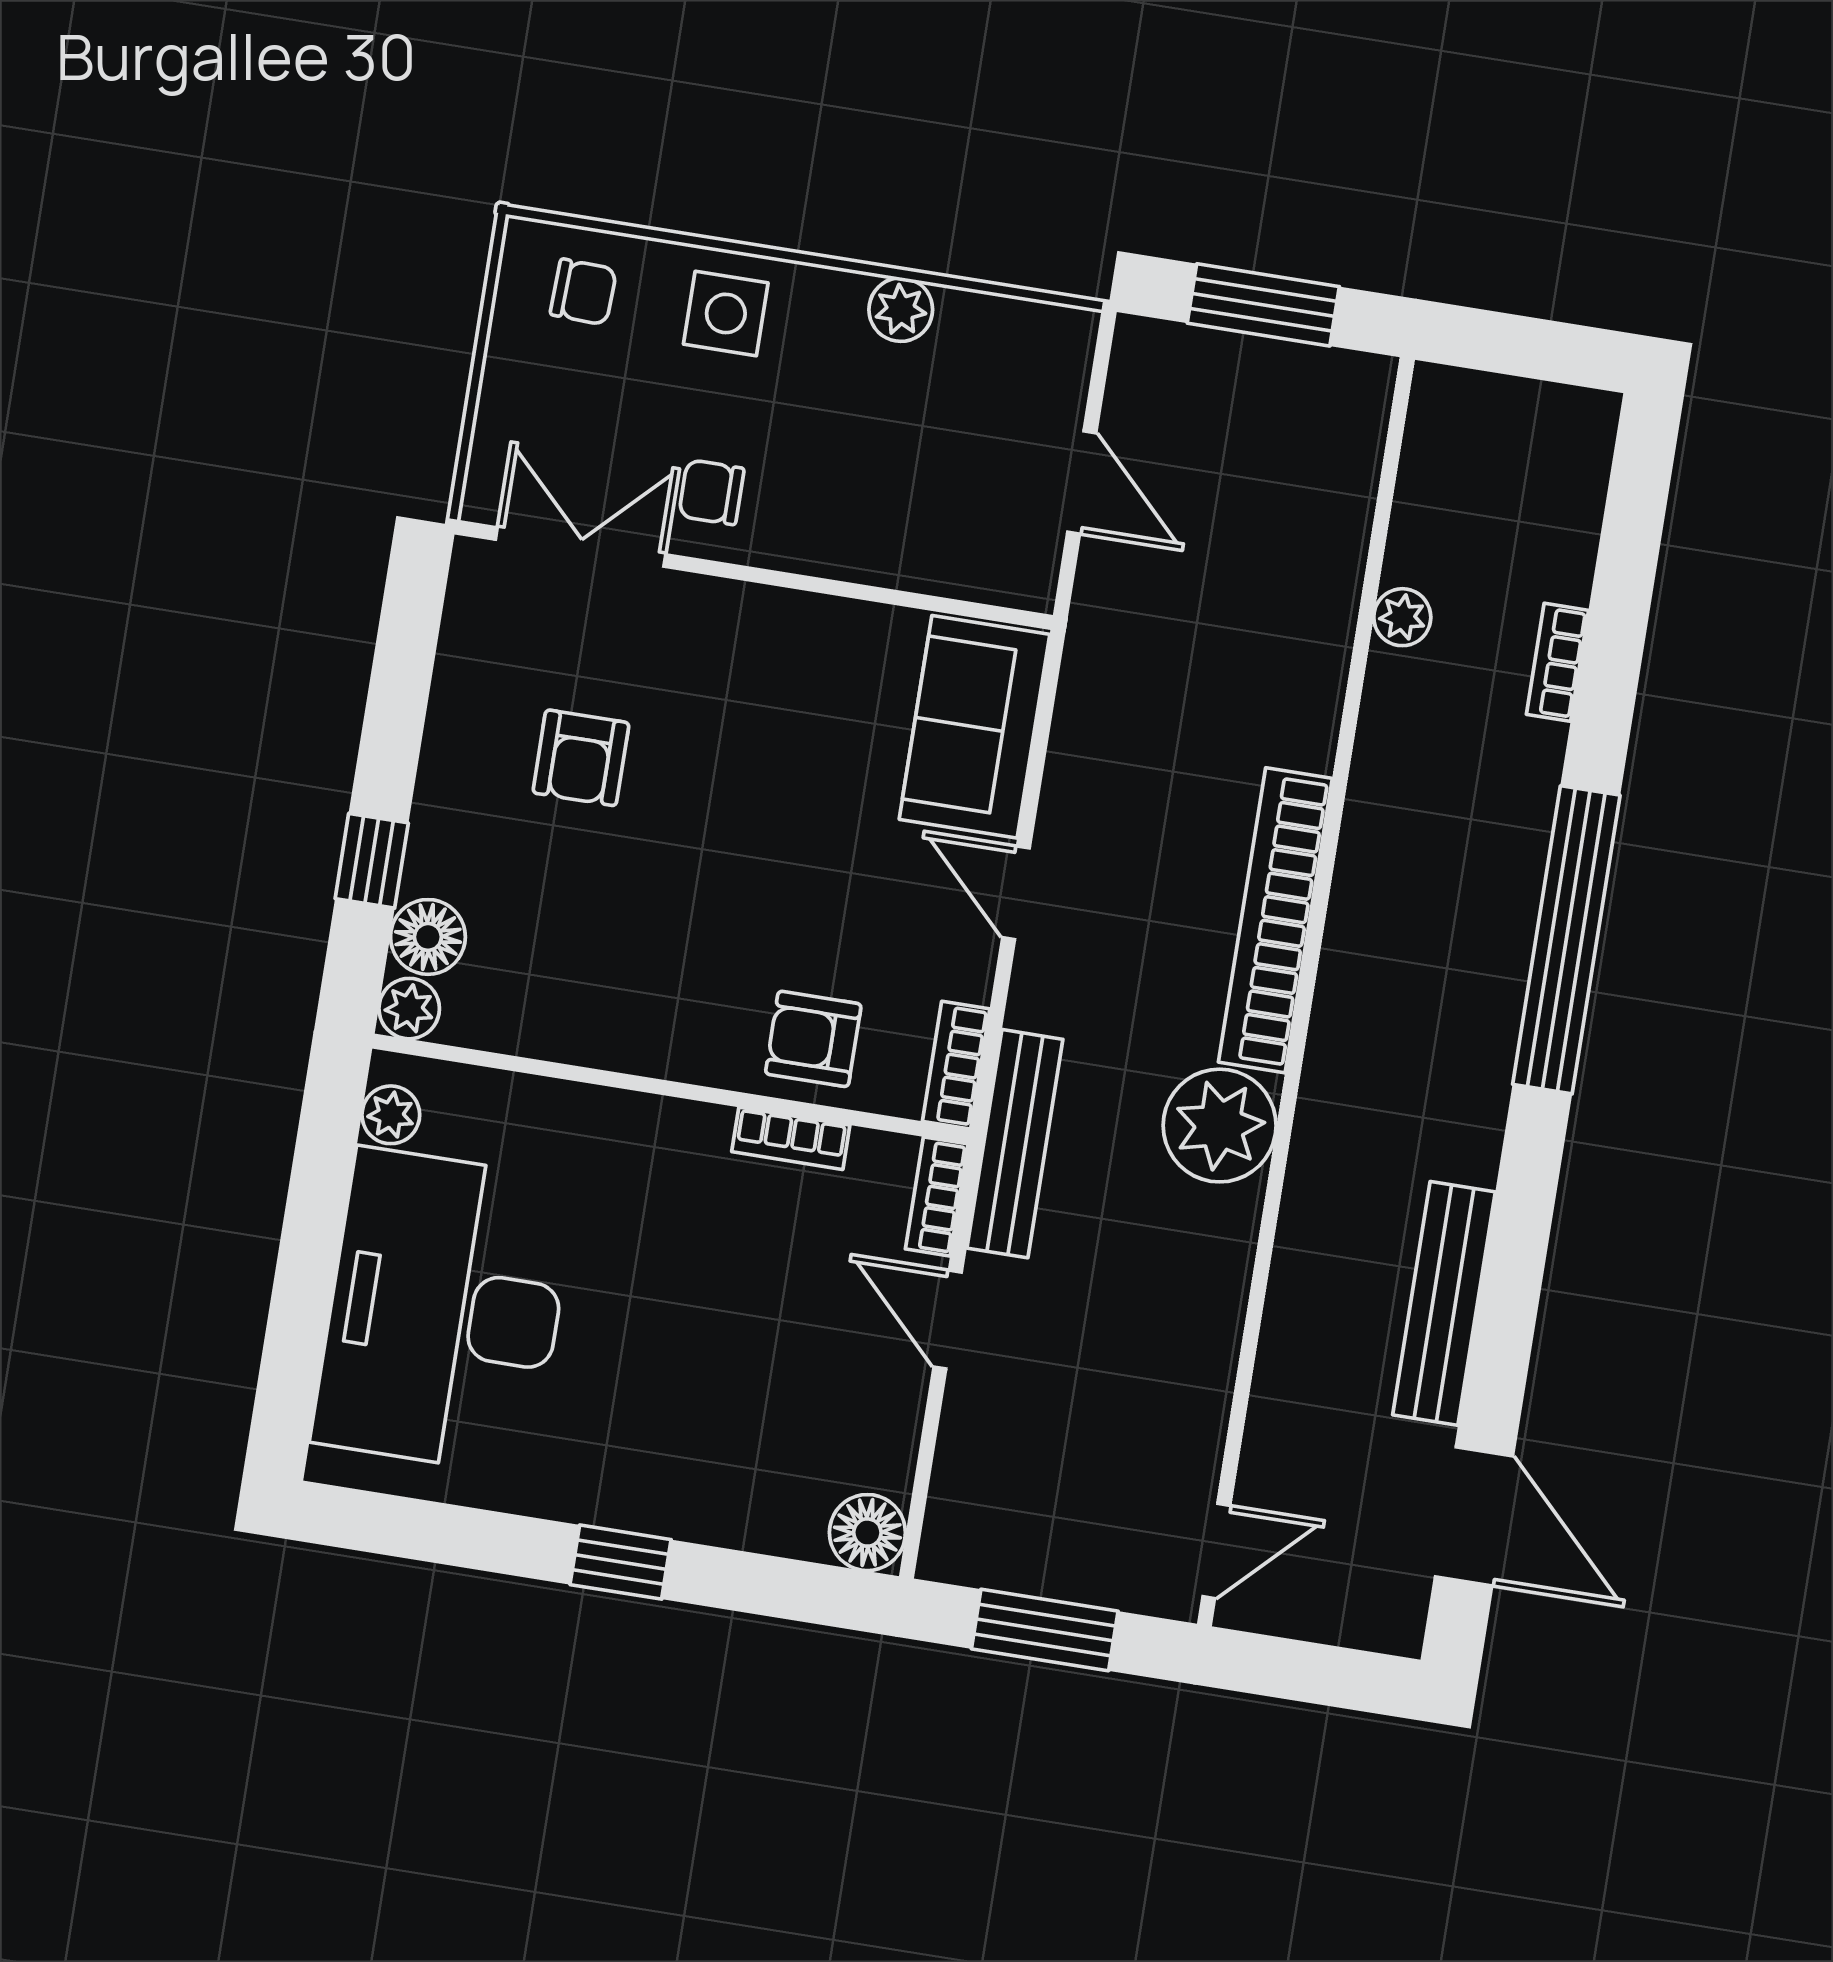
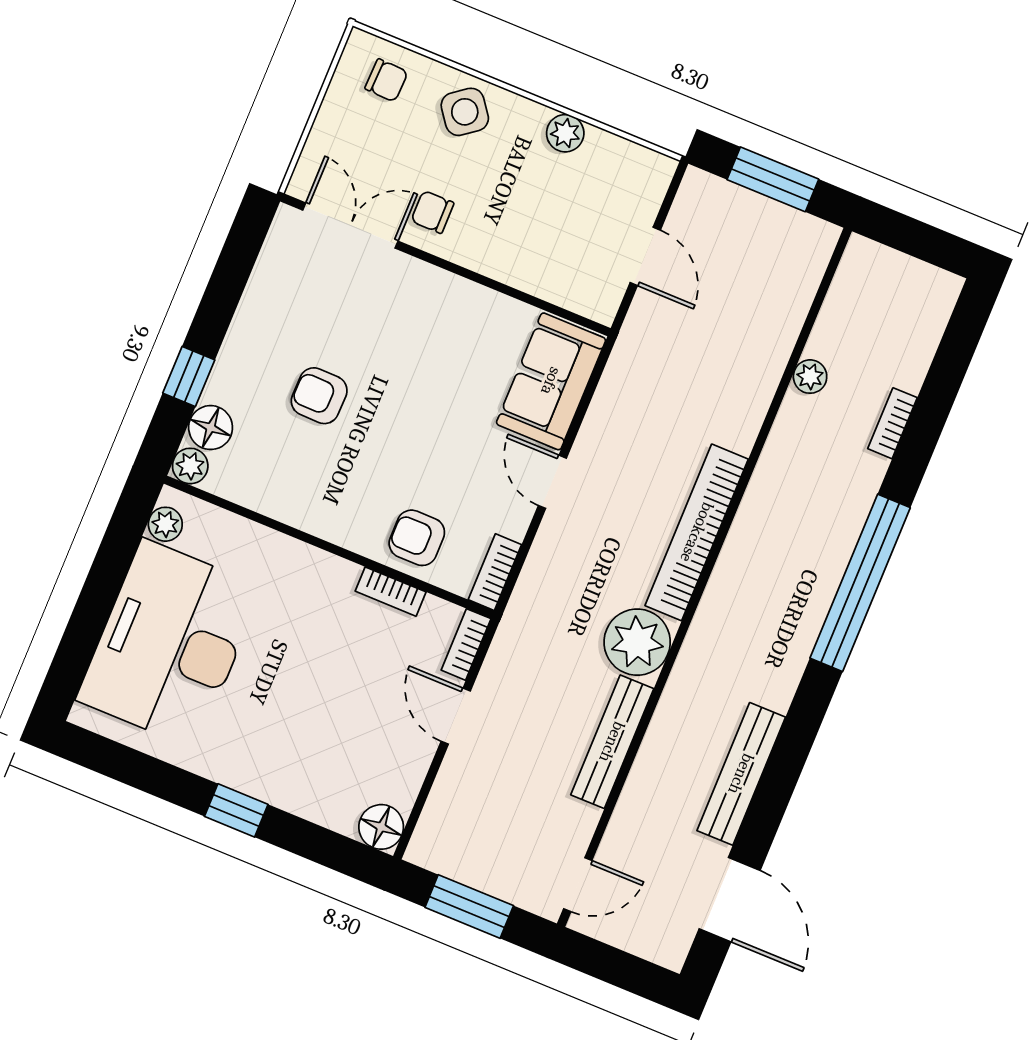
side table: (726, 313) -> (465, 112), turned -37
armchair: (581, 758) -> (319, 396), moved, turned 91
bench: (1015, 1144) -> (612, 742), moved

